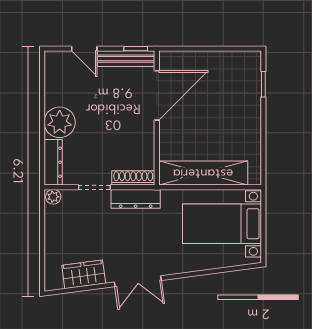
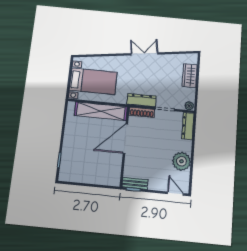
door: (84, 49) -> (175, 194), moved
bench: (126, 59) -> (135, 183), width x0.73
door: (157, 95) -> (125, 139), moved
plant: (60, 122) -> (181, 161), moved
wardrobe: (84, 274) -> (190, 76), moved, turned 98

